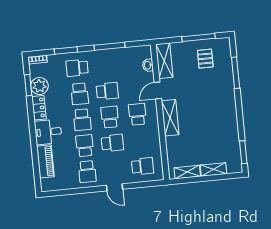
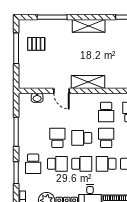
shelving: (164, 61) -> (89, 26), moved
school desk: (137, 114) -> (106, 112), moved, turned -90

